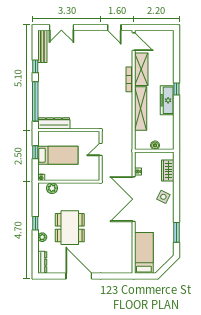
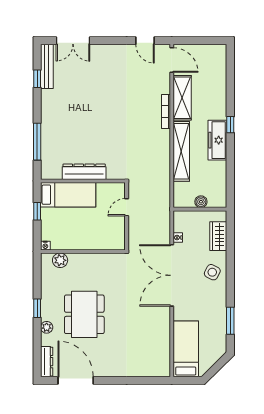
window: (35, 66) -> (37, 79), moved
window: (35, 101) -> (37, 142), width x0.68
dresser: (54, 123) -> (84, 172), moved
bed: (58, 155) -> (68, 195), moved
door: (79, 276) -> (76, 380), moved

